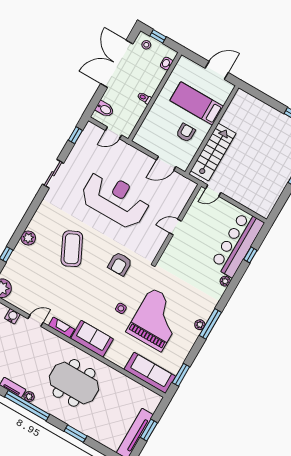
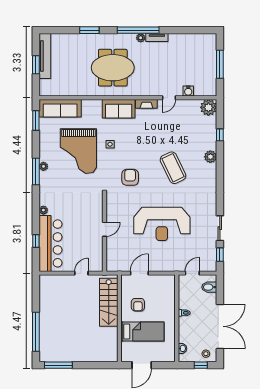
sliding door: (53, 174) -> (220, 228), moved
door: (213, 191) -> (81, 273), moved

